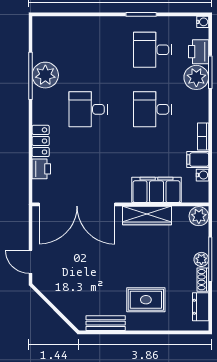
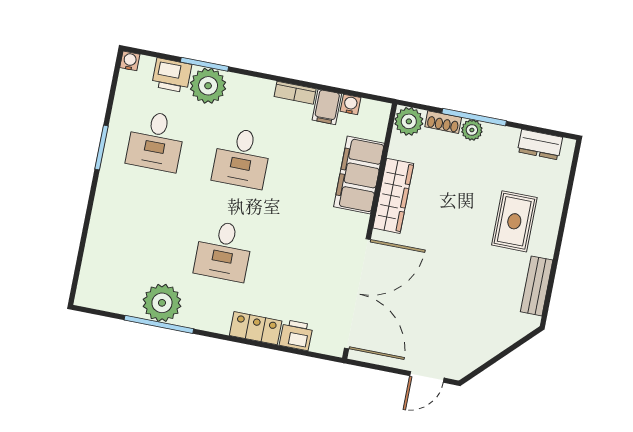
shoe rack: (203, 280) -> (443, 122), moved

